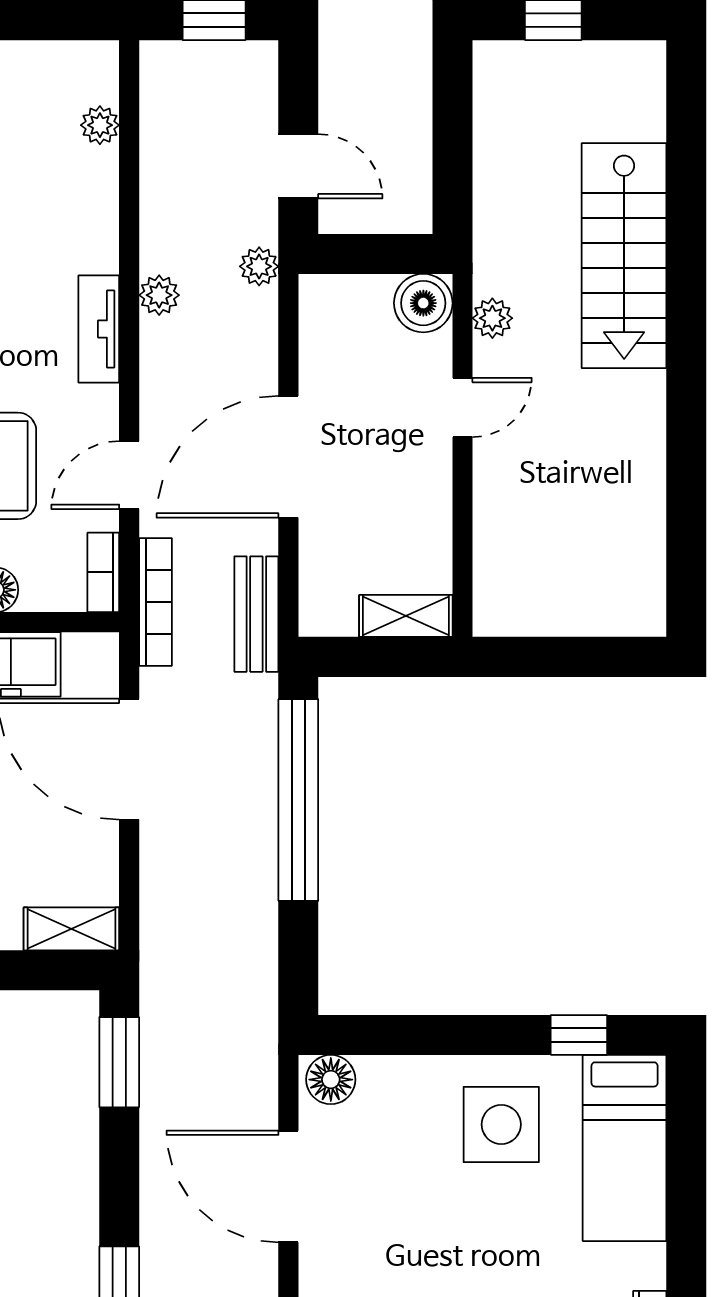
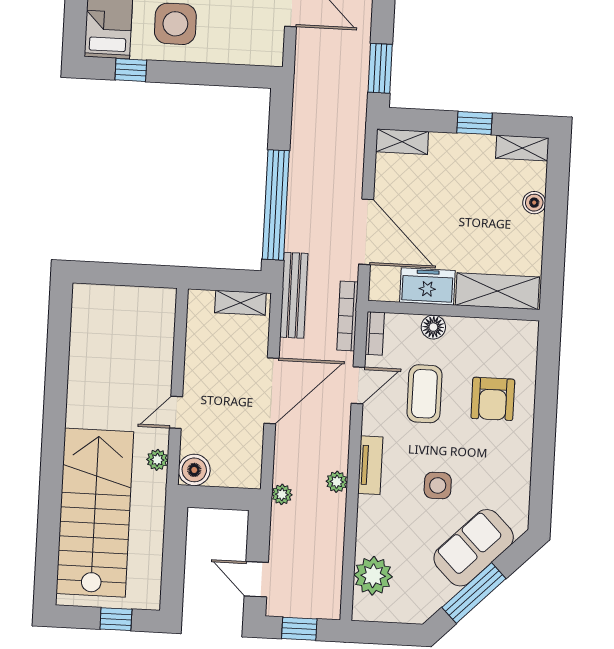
plant: (100, 125) -> (373, 576), width x1.87, depth x1.87
door: (298, 166) -> (256, 579), moved
stairs: (624, 256) -> (95, 513), width x1.36, depth x1.51
bench: (256, 614) -> (294, 295), width x1.36
shelving: (406, 616) -> (240, 303), moved
floor lamp: (331, 1080) -> (266, 53), removed

